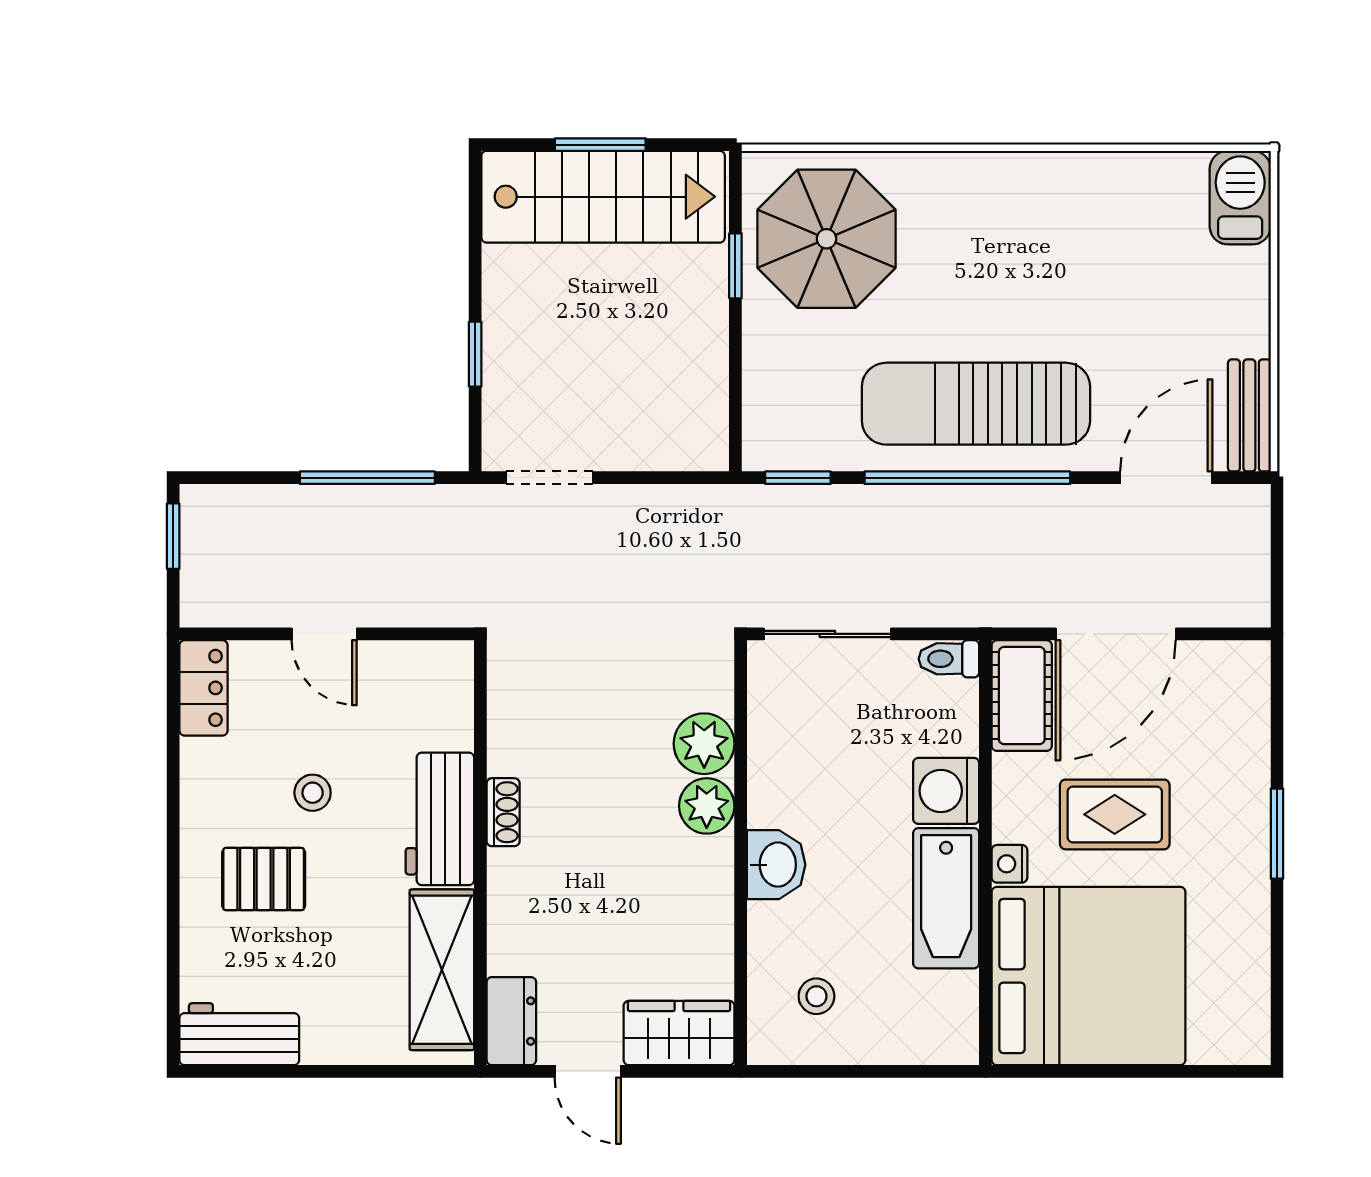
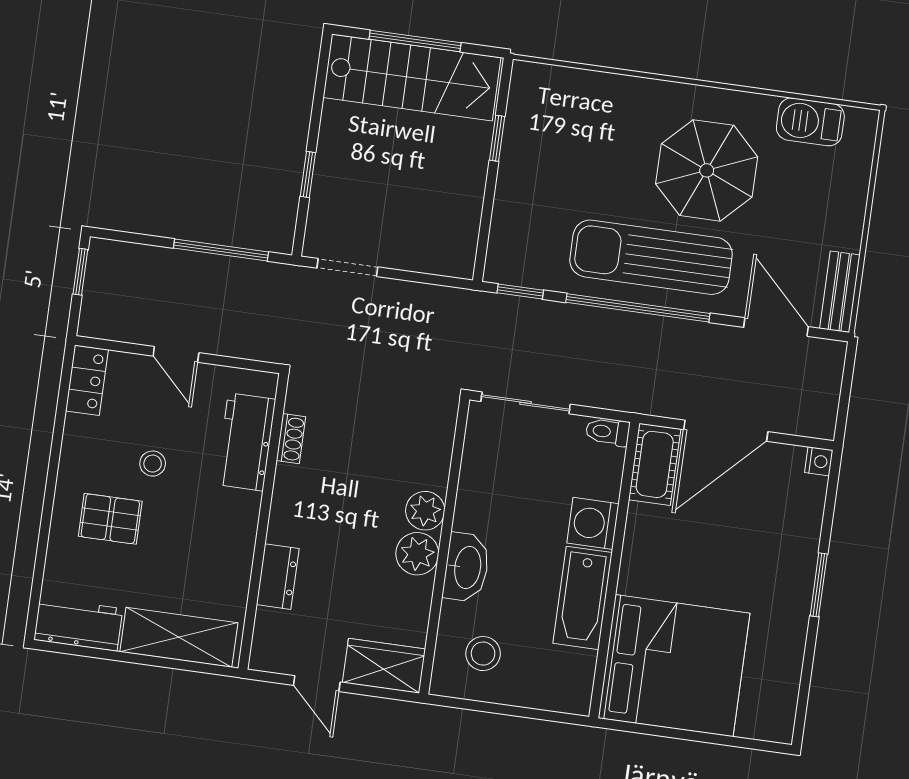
window: (600, 145) -> (415, 41), width x1.44
barbecue: (1240, 198) -> (810, 122), moved, turned -90
parasol: (826, 239) -> (707, 170), moved
door: (1166, 478) -> (776, 327), hinge flipped
plant: (704, 744) -> (417, 554), moved
shoe rack: (503, 812) -> (291, 439), moved
rug: (1115, 814) -> (708, 556), removed
workbench: (440, 819) -> (246, 442), moved
nightstand: (1009, 864) -> (819, 461), moved, turned 180
washbasin: (776, 865) -> (466, 567), width x1.38
shelving: (442, 970) -> (179, 637), moved, turned 90
stool: (816, 996) -> (483, 654), width x1.37, depth x1.37
dresser: (511, 1021) -> (278, 577), moved

